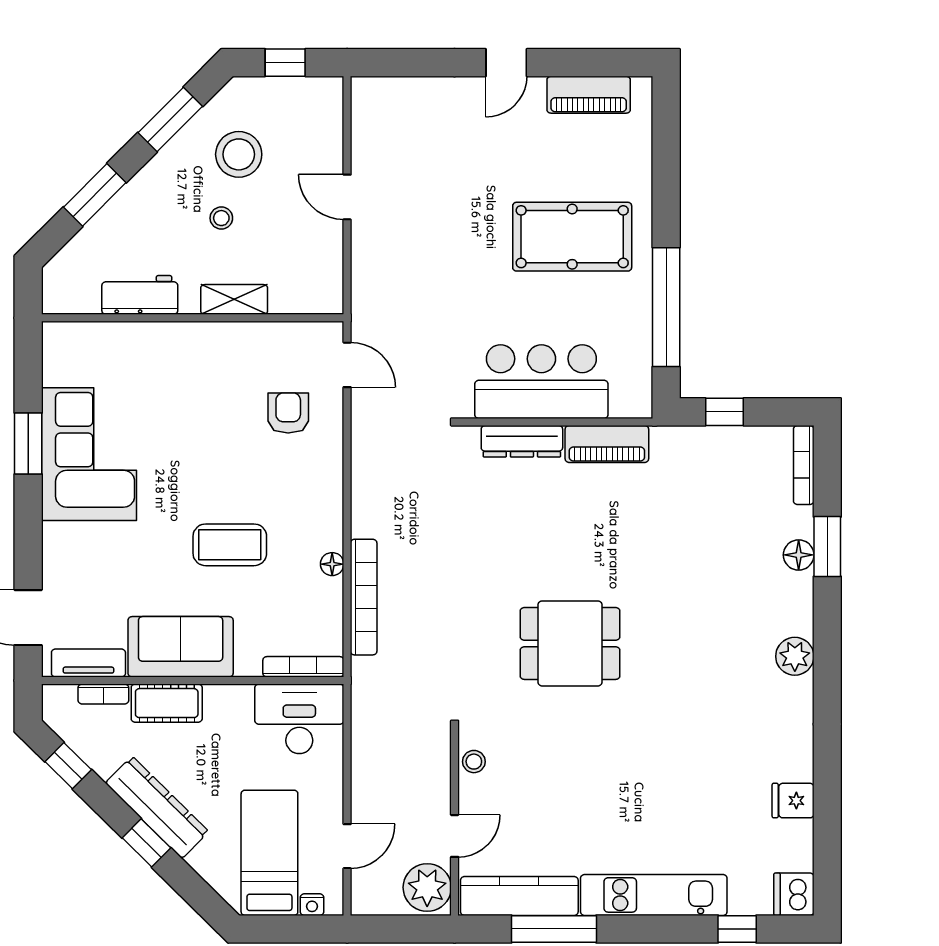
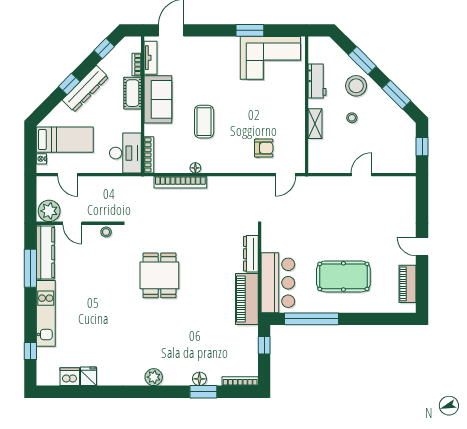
stool: (239, 154) -> (356, 86), moved
pool table: (572, 237) -> (343, 276), turned 90
bar counter: (541, 382) -> (278, 283), moved
piano: (607, 444) -> (247, 299), width x1.37, depth x1.33
corner sofa: (89, 454) -> (270, 58), moved
dishwasher: (794, 894) -> (70, 377), moved

